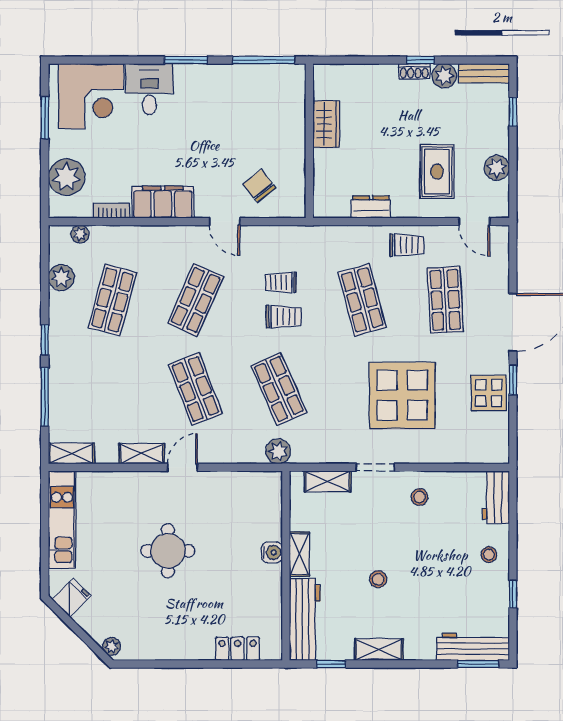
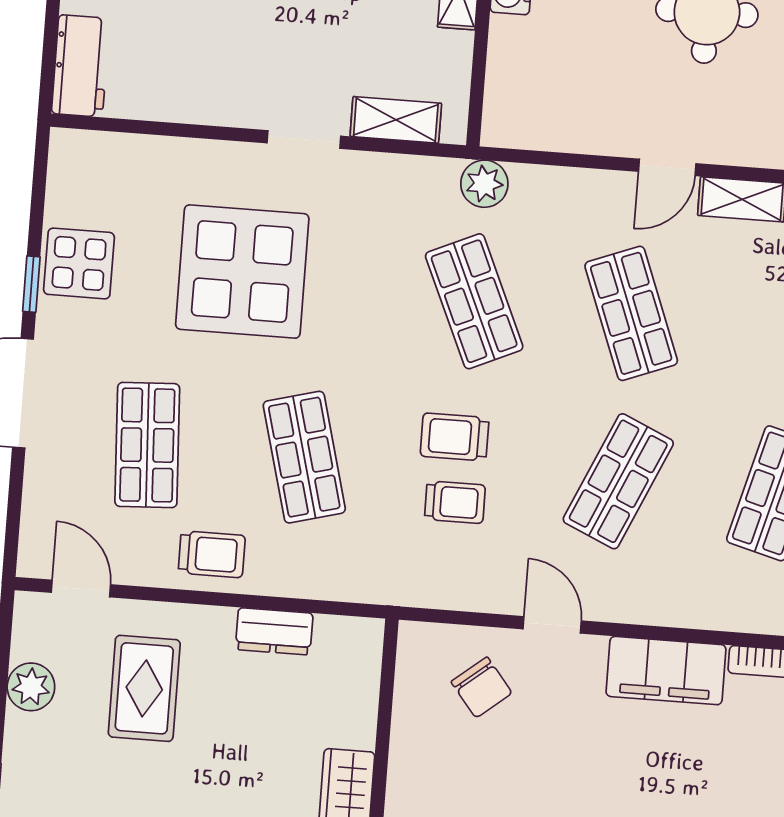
trolley: (407, 245) -> (212, 554), turned 180
stool: (420, 497) -> (224, 77), removed

